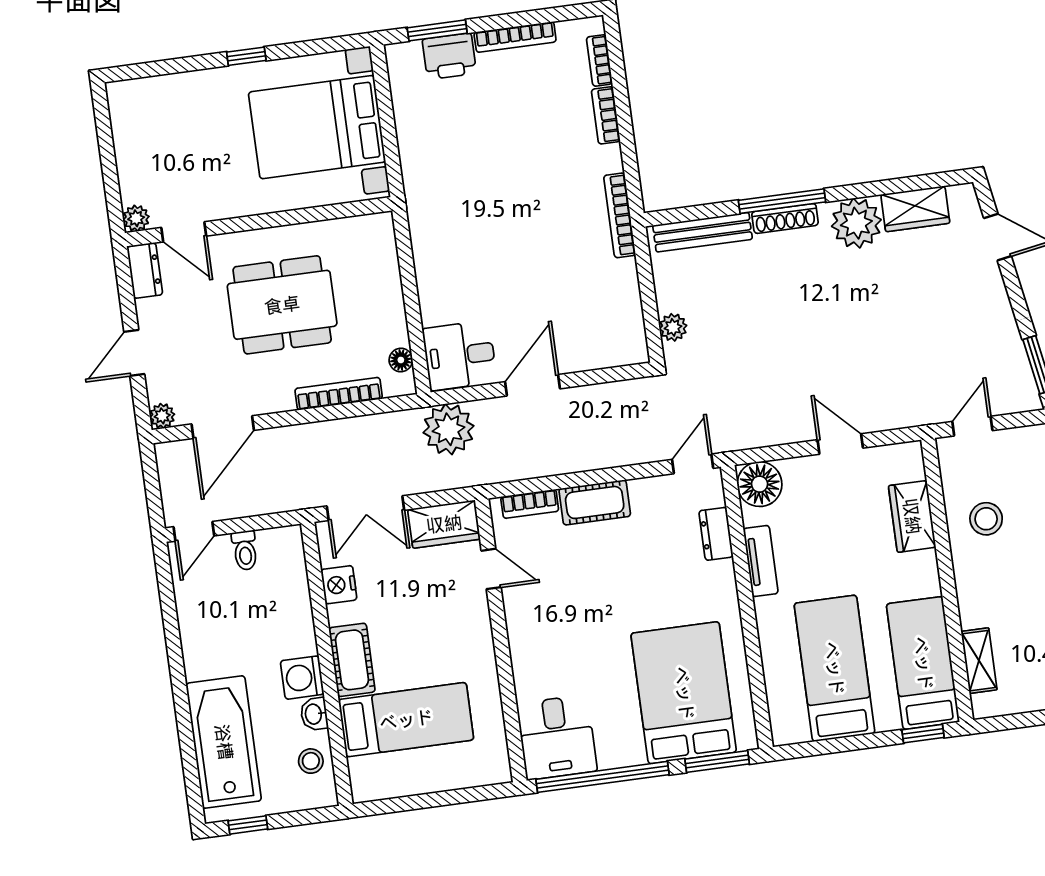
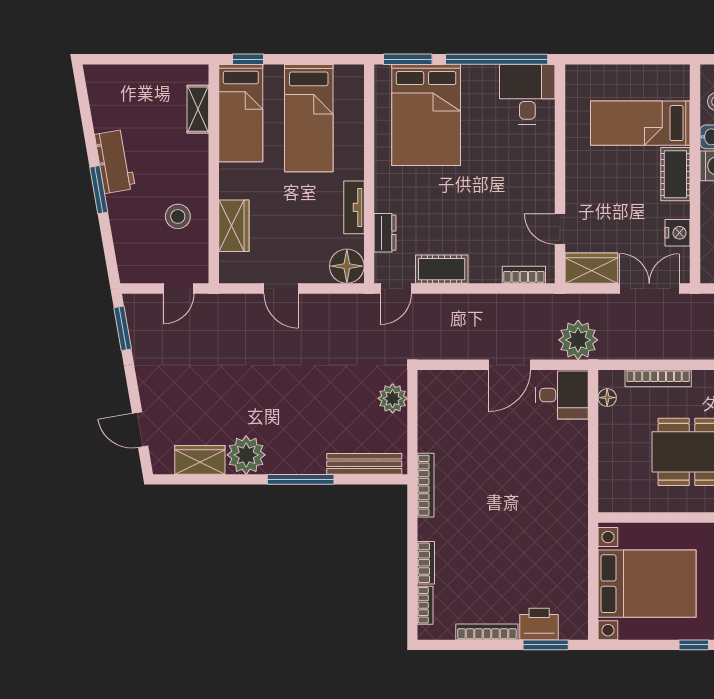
shoe rack: (785, 218) -> (300, 466), removed
plant: (673, 327) -> (393, 398), width x1.38, depth x1.38
cot: (595, 502) -> (442, 269), moved

